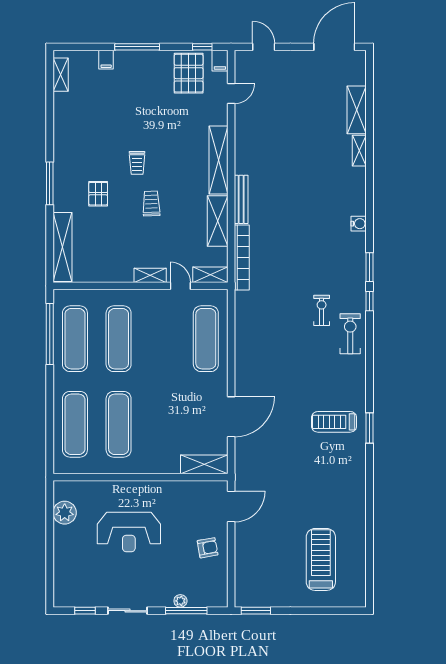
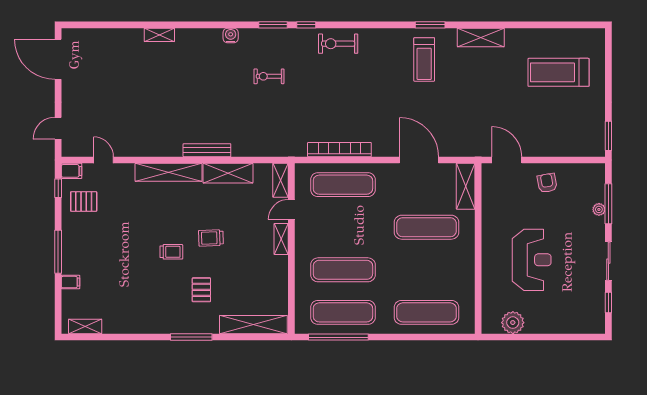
pallet: (189, 73) -> (84, 201), width x0.67, depth x0.71
shelving: (357, 110) -> (481, 37), moved
pallet: (98, 194) -> (201, 290), turned 90
bookcase: (242, 258) -> (339, 150), moved
exercise bike: (322, 310) -> (269, 76), moved
exercise mat: (119, 424) -> (426, 227), moved

